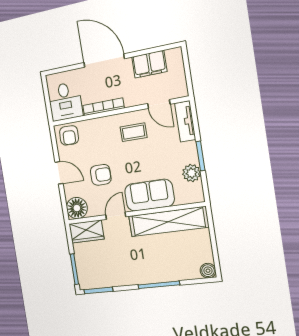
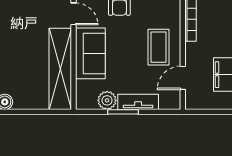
tv unit: (185, 121) -> (138, 102), moved
coffee table: (134, 132) -> (158, 47), width x1.36, depth x1.30

